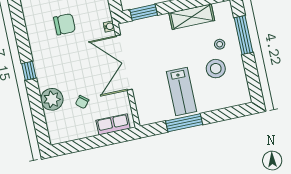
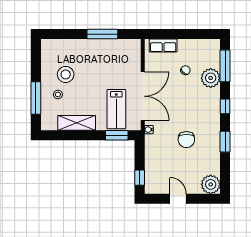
chair: (64, 24) -> (186, 140), turned -90
window: (20, 31) -> (225, 142), added
lab bench: (181, 92) -> (116, 109), moved, turned 180
window: (39, 116) -> (225, 66), added

